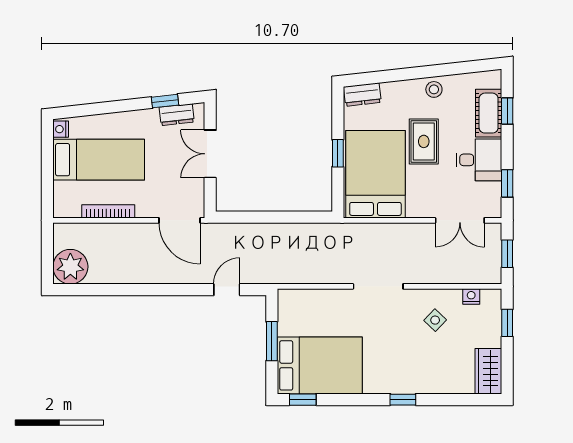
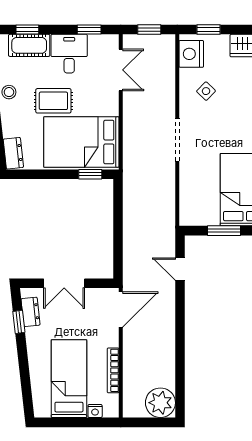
nightstand: (61, 129) -> (95, 411), moved
window: (338, 153) -> (90, 174), moved
nightstand: (471, 296) -> (191, 54), width x1.89, depth x1.79

